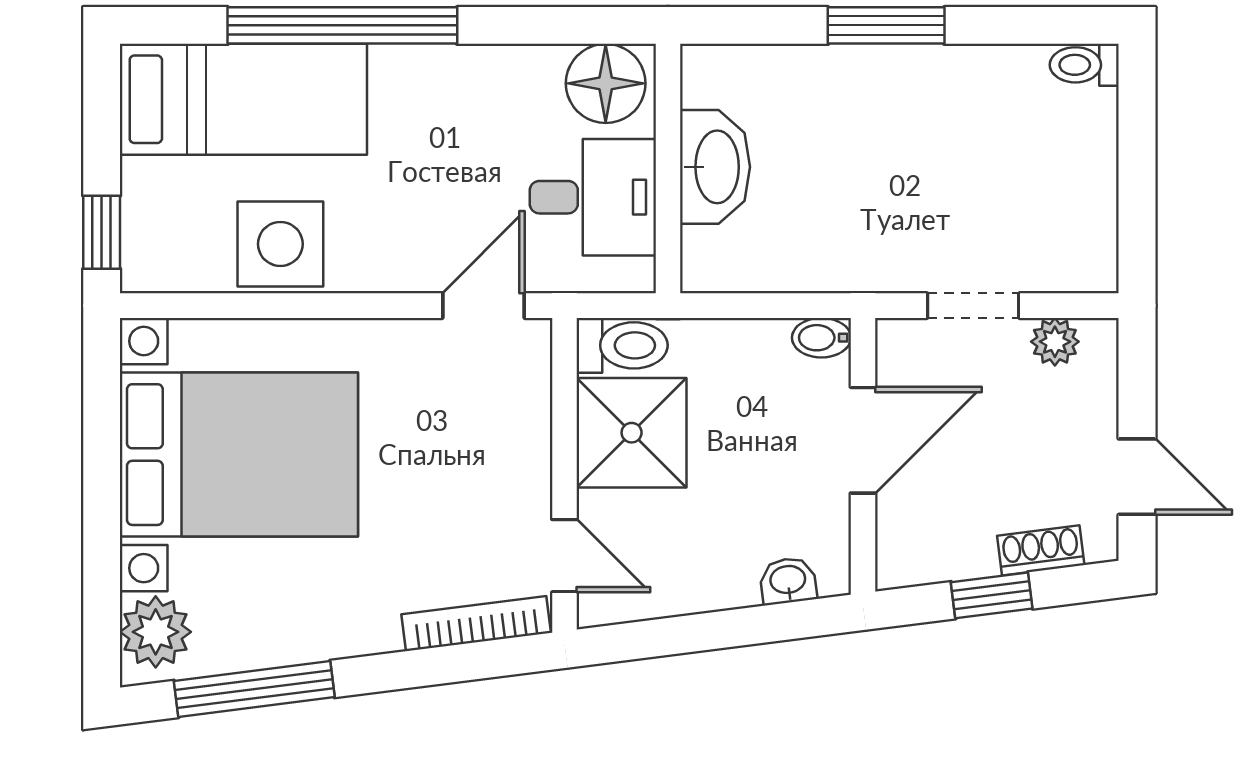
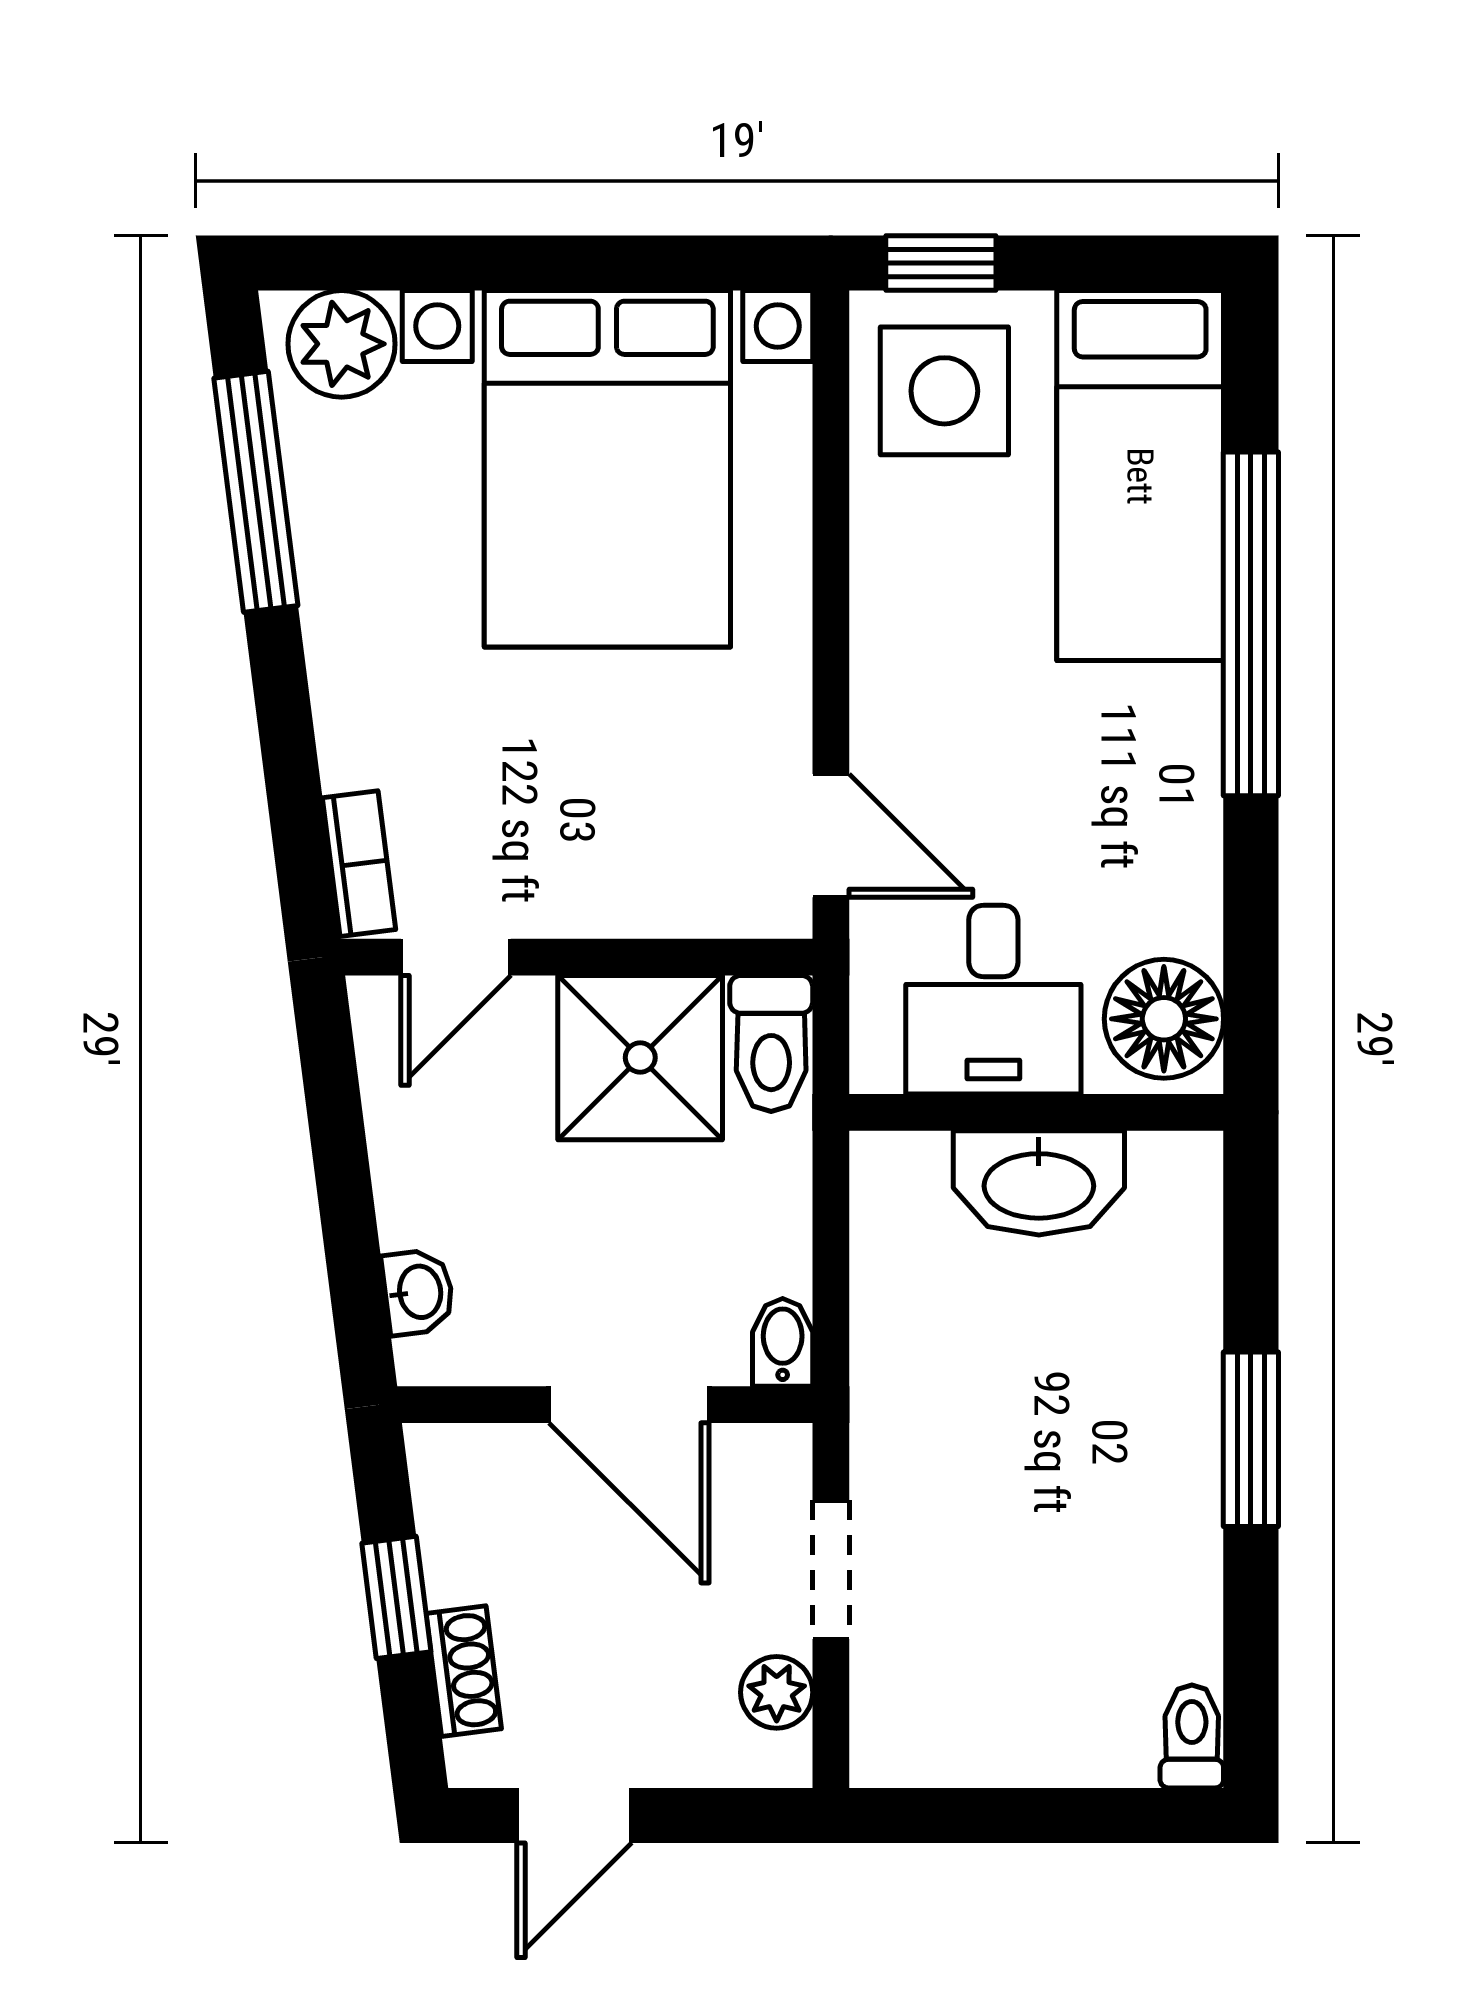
side table: (280, 244) -> (944, 391), moved
bookcase: (476, 624) -> (359, 864), width x0.64

